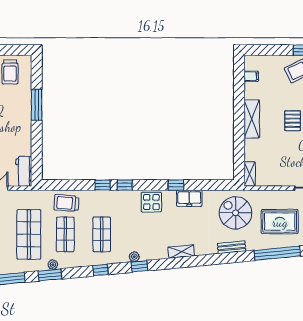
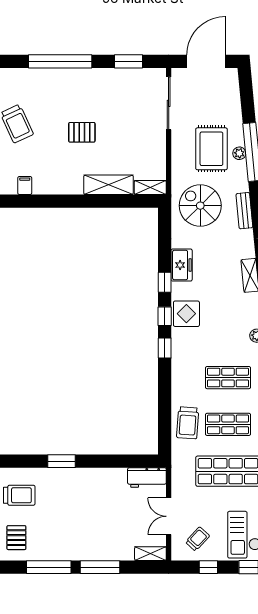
window: (37, 105) -> (61, 461), width x0.69
shelving: (252, 119) -> (108, 185), moved
window: (103, 185) -> (165, 316), moved
spiral stairs: (236, 213) -> (200, 206), turned 90
plant: (276, 243) -> (239, 153), added

